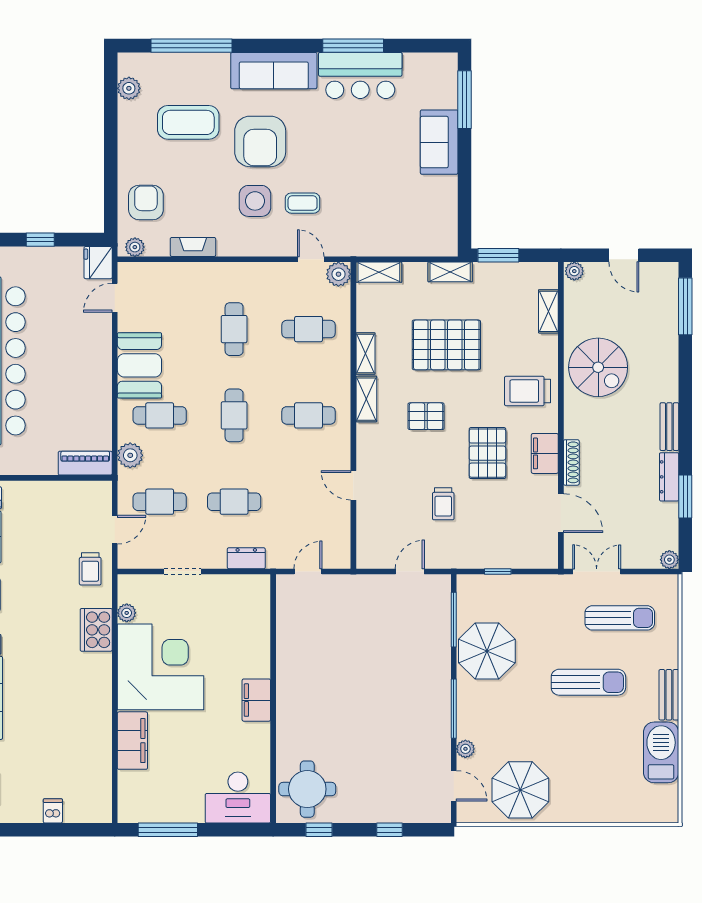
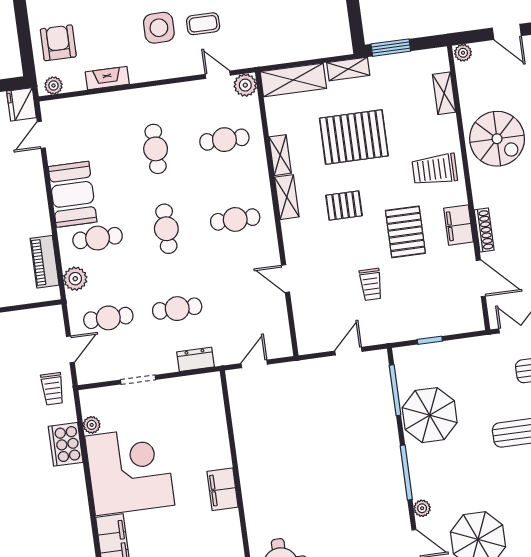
shelving: (379, 272) -> (293, 80), width x1.50, depth x1.33
piano: (85, 463) -> (45, 262), moved, turned -90

